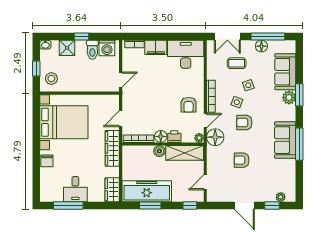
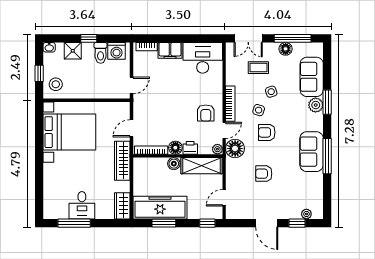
chair: (47, 161) -> (51, 174), removed

